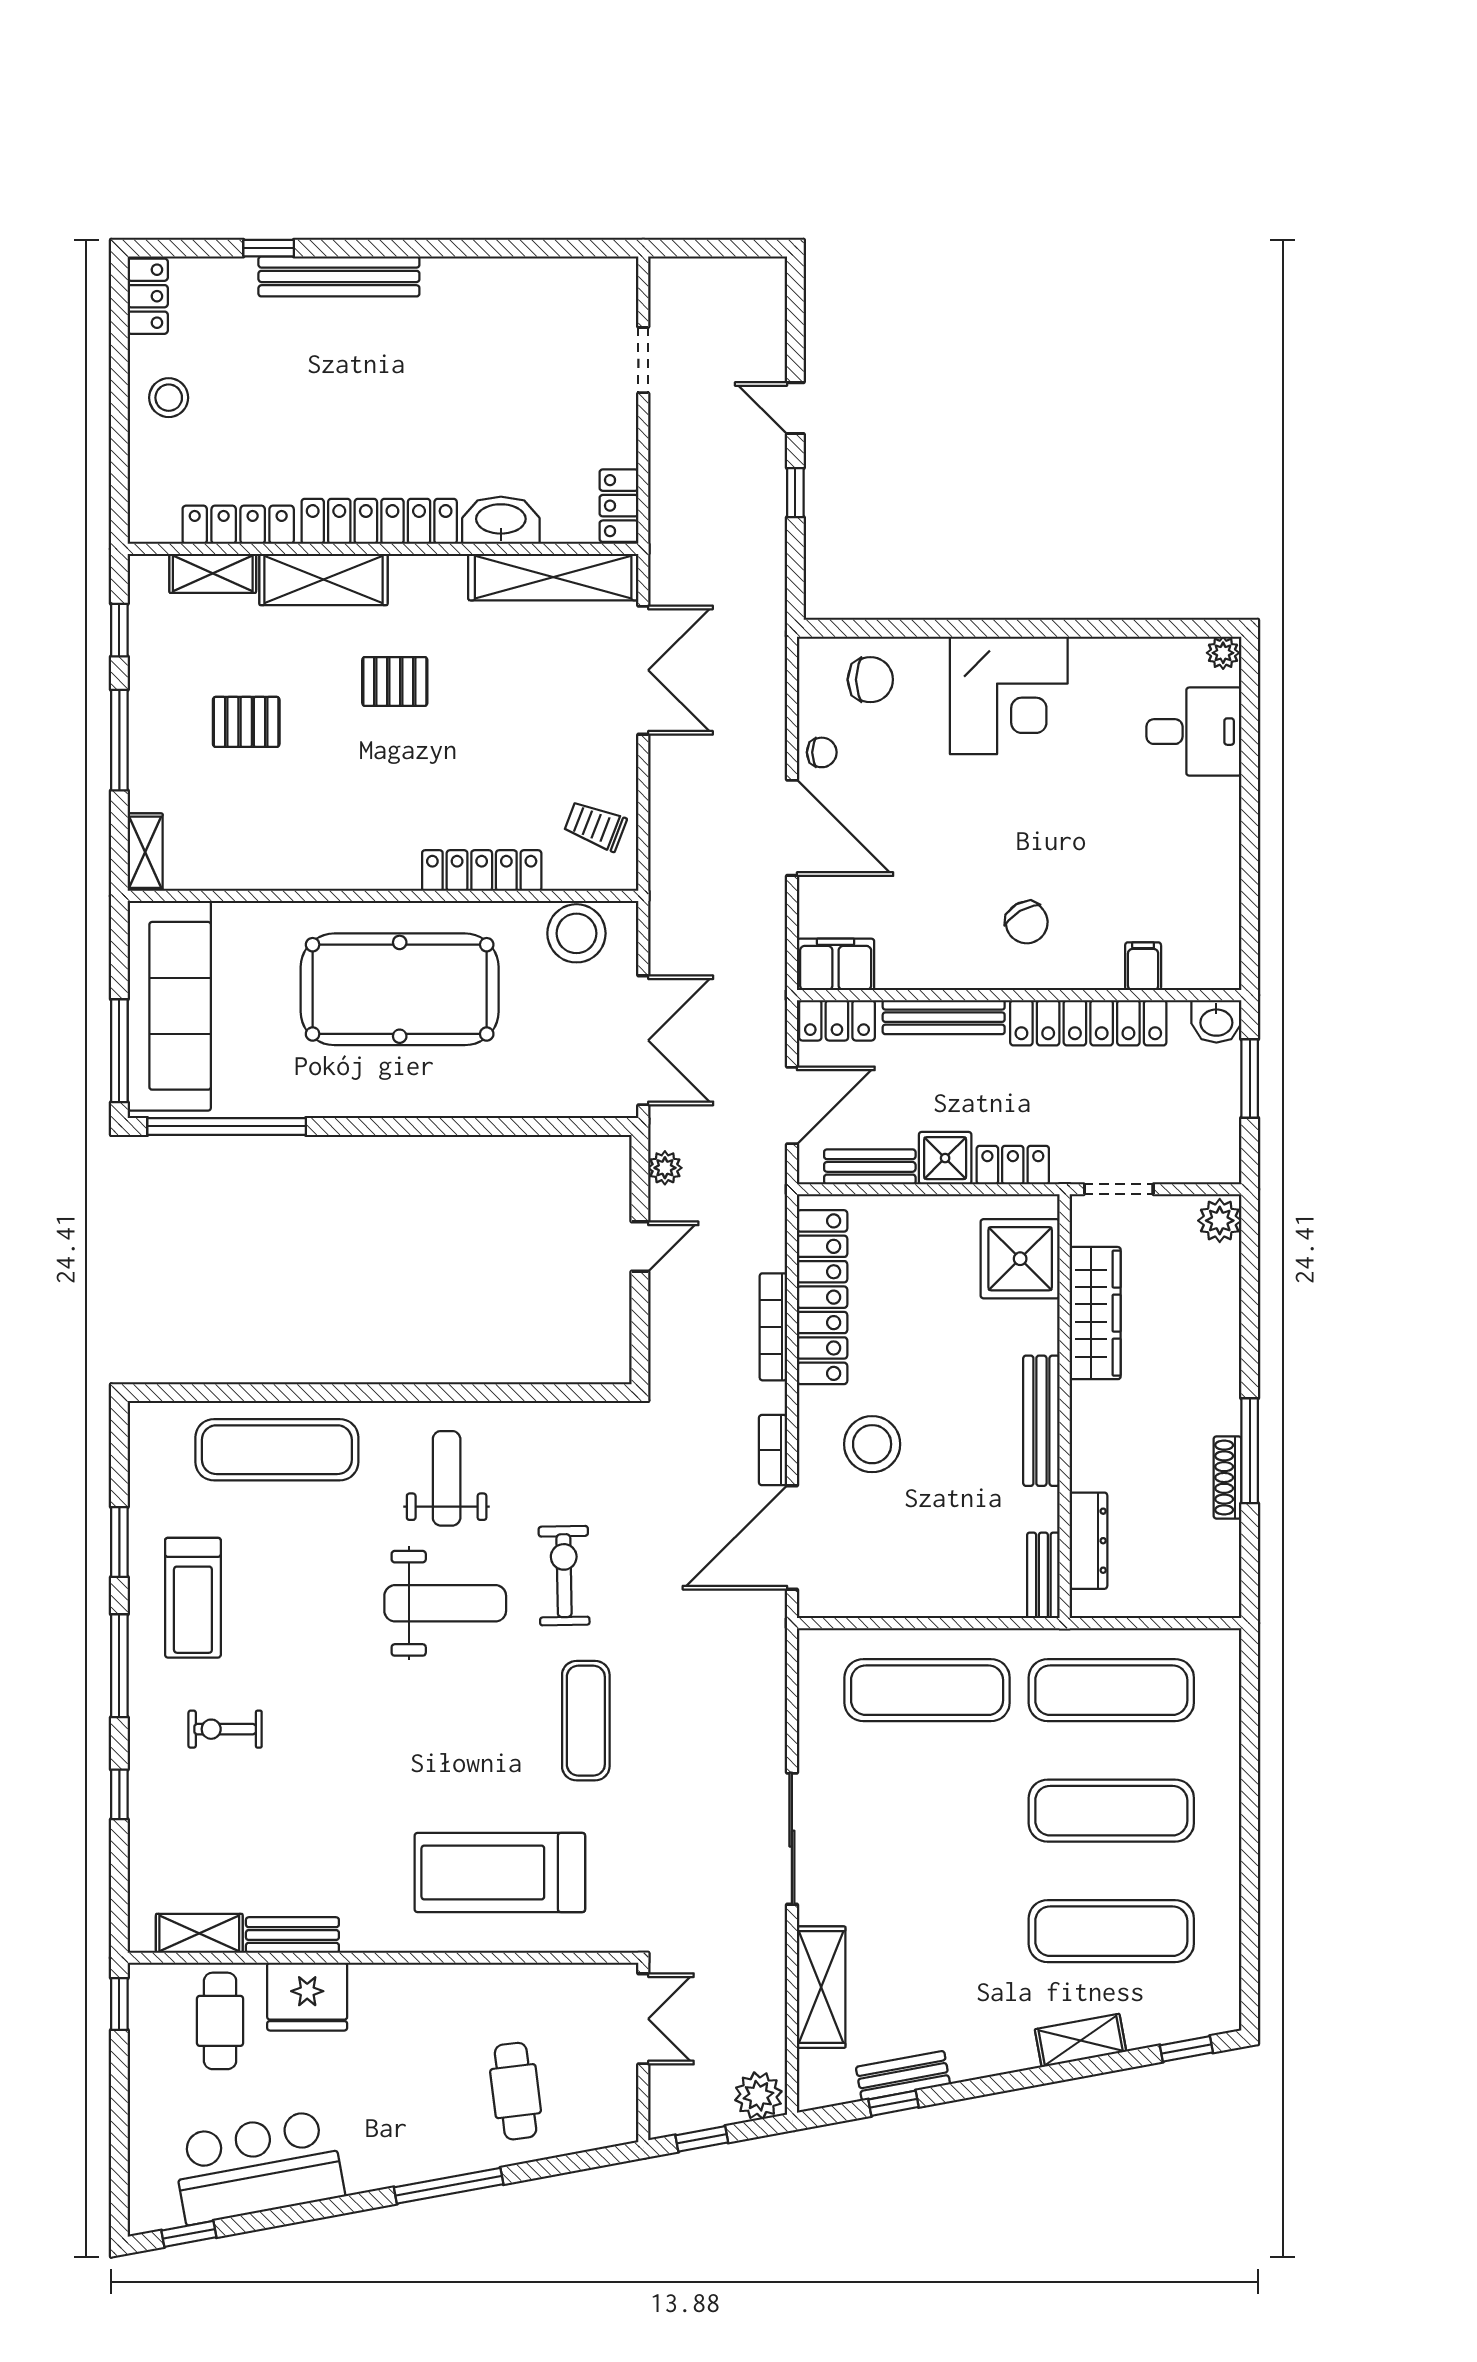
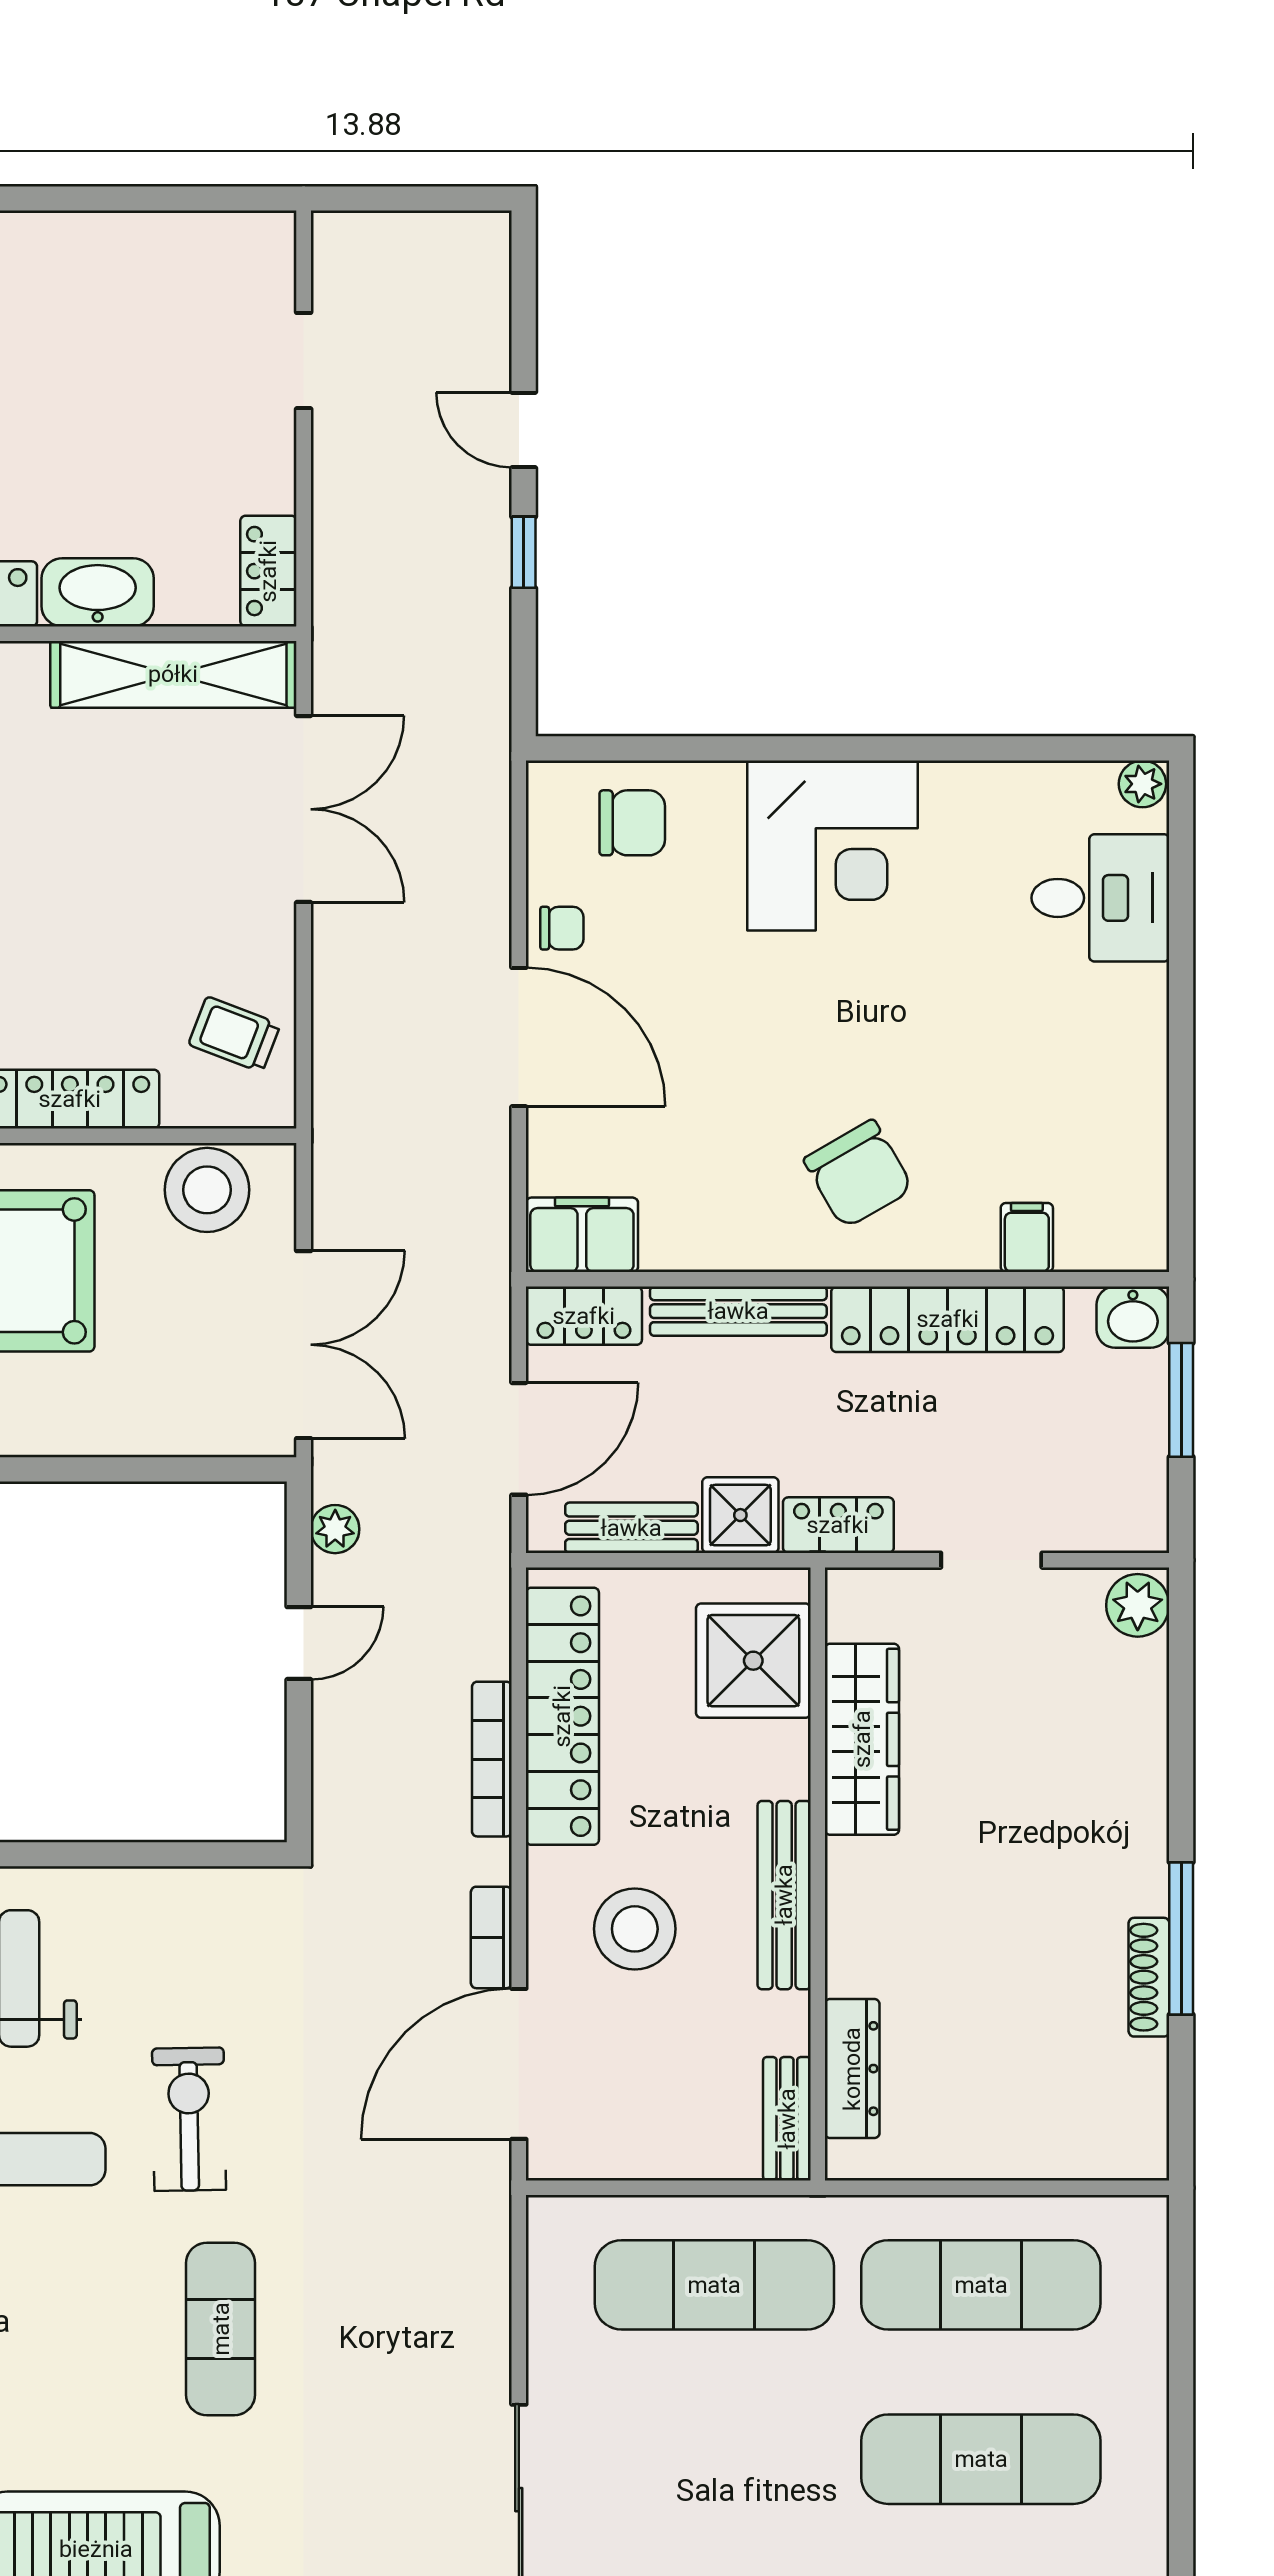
chair: (1027, 922) -> (858, 1174), width x1.37, depth x1.37
shower: (1020, 1259) -> (753, 1661), moved
wardrobe: (1095, 1313) -> (862, 1739), moved
wall: (1065, 1406) -> (818, 1874), moved
bench: (1041, 1421) -> (784, 1895), moved
dresser: (1088, 1541) -> (852, 2069), moved
bench: (1043, 1575) -> (787, 2119), moved

